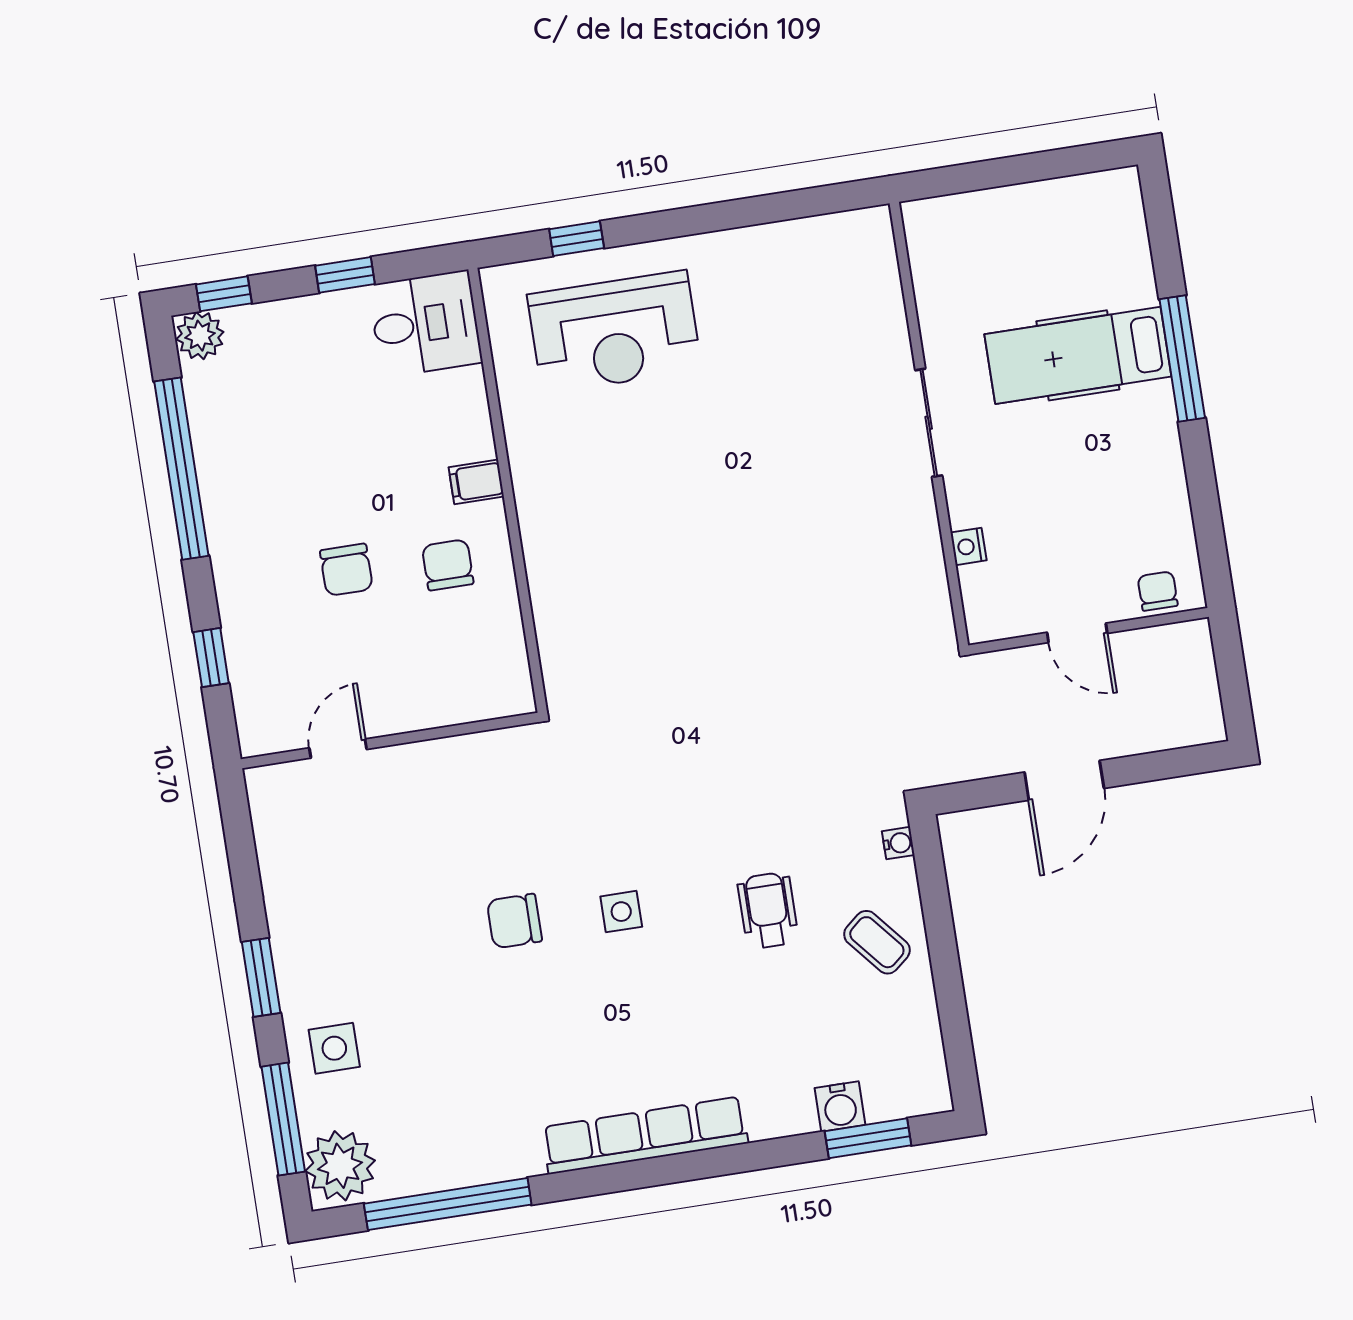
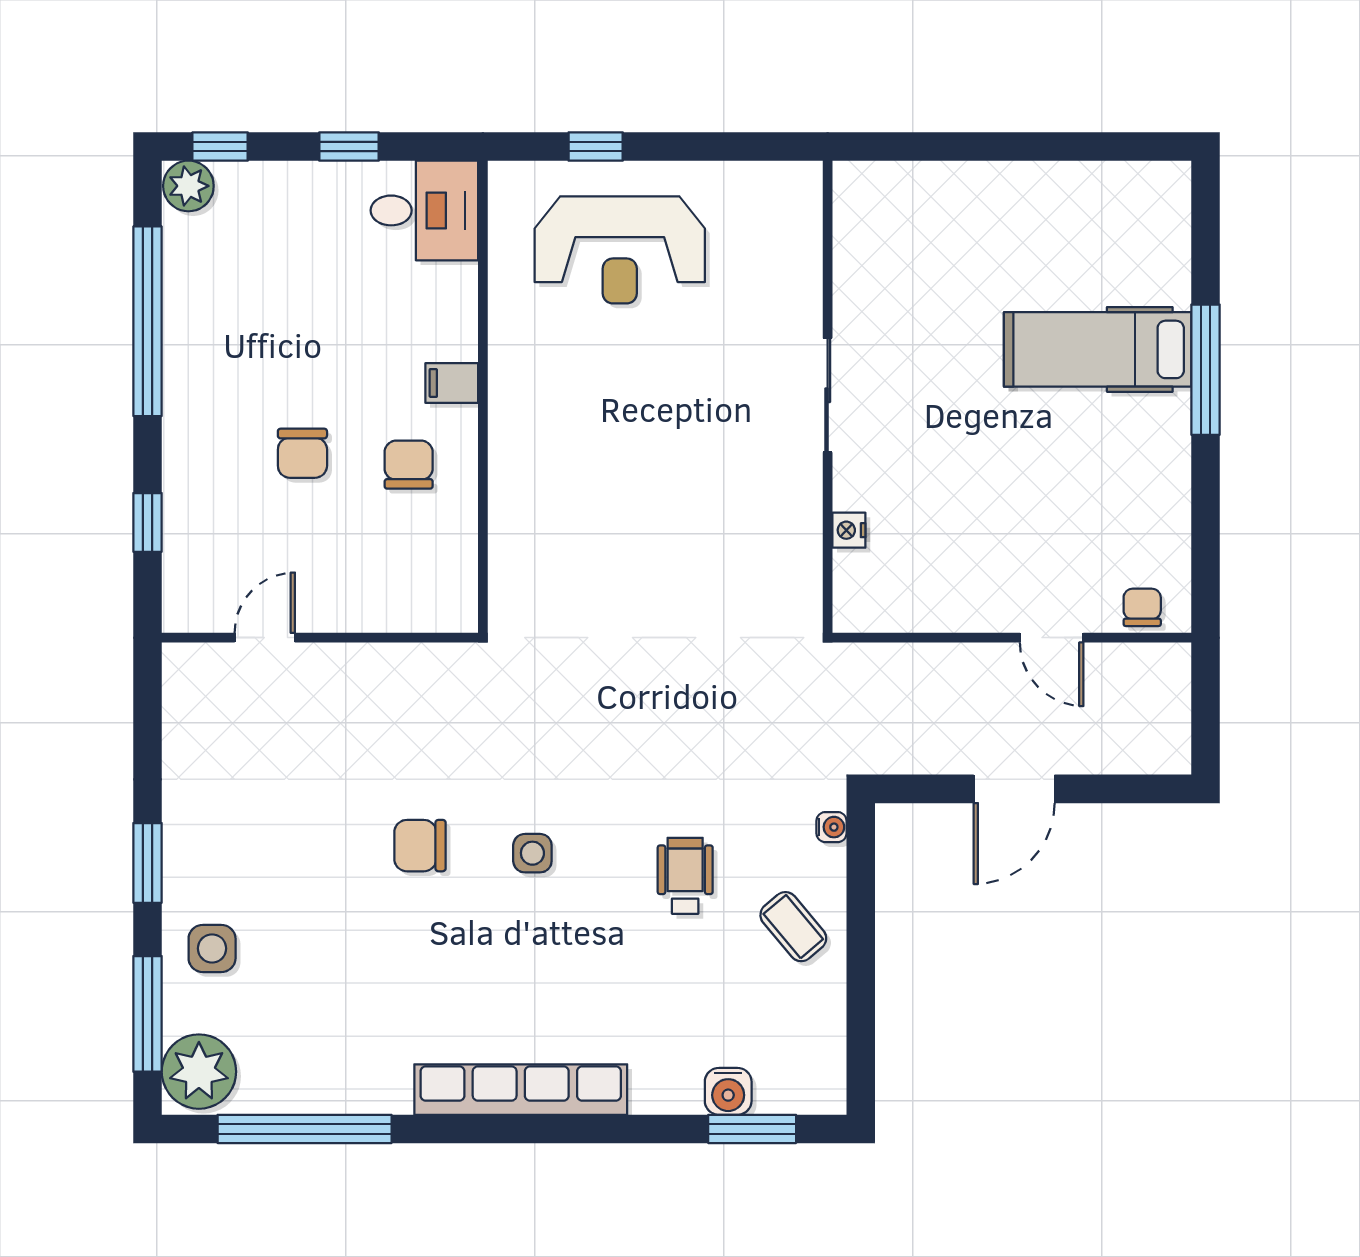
sliding door: (929, 423) -> (828, 395), moved
wall: (929, 424) -> (828, 397), moved
nightstand: (969, 546) -> (849, 530), moved

